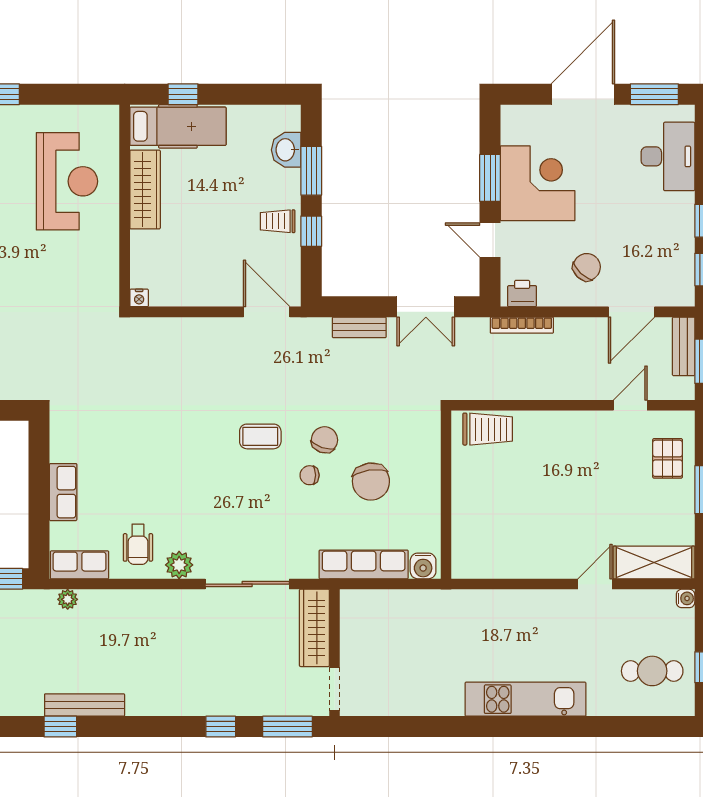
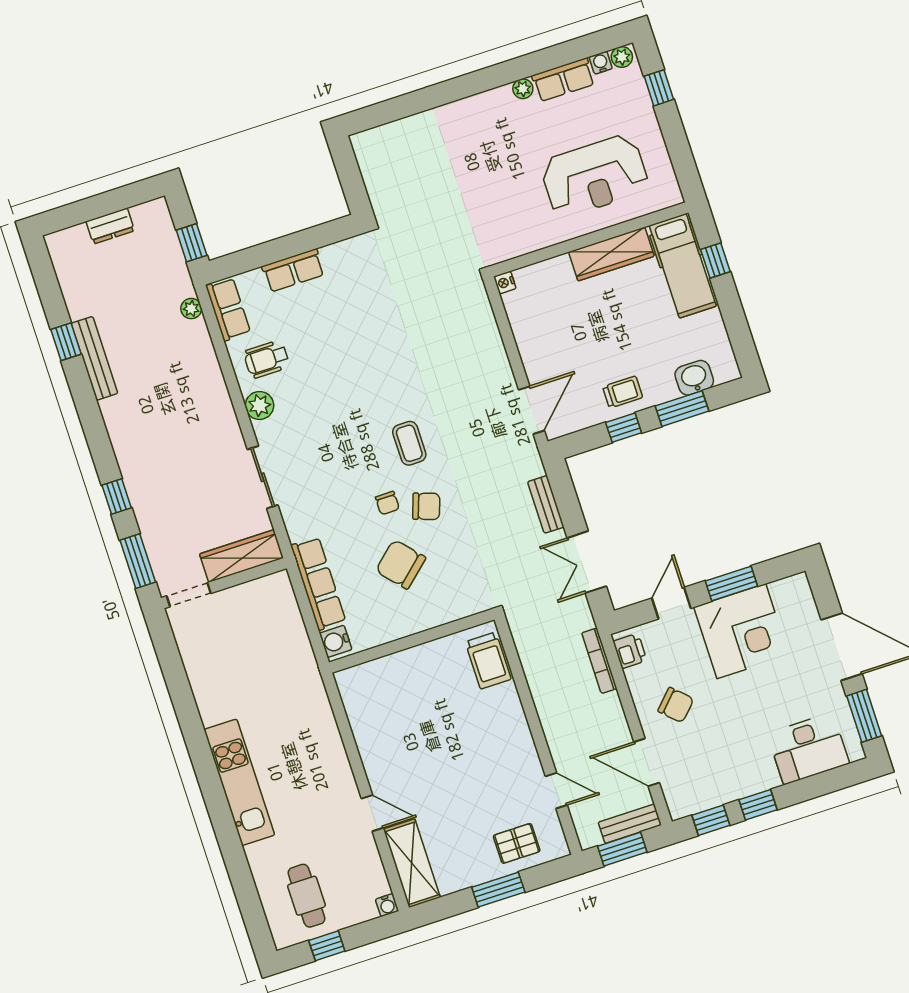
trolley: (278, 221) -> (623, 392), turned 90
chair: (310, 475) -> (387, 503), turned 180
chair: (371, 482) -> (401, 564), turned 56
sliding door: (247, 584) -> (263, 477), width x0.73

